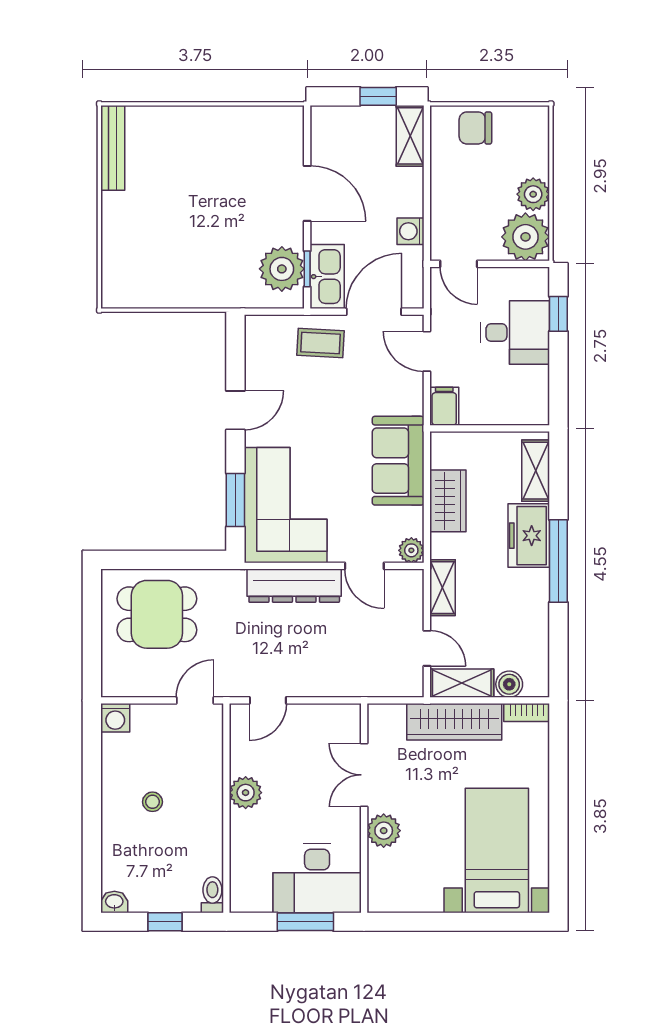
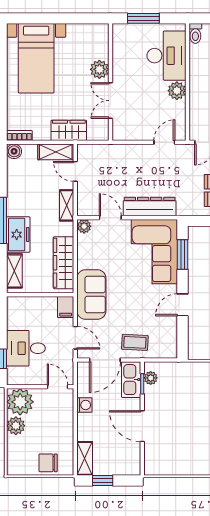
chair: (475, 128) -> (48, 463), turned 180
plant: (282, 269) -> (151, 378), width x0.53, depth x0.53
sofa: (398, 461) -> (91, 294), moved
wardrobe: (448, 501) -> (64, 263), width x1.50
boiler: (509, 684) -> (14, 151), moved
wardrobe: (454, 722) -> (69, 130), width x0.67
double door: (364, 775) -> (110, 101), swing flipped
desk: (317, 878) -> (166, 56), moved, turned 90

